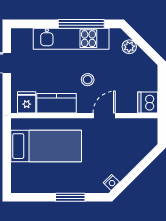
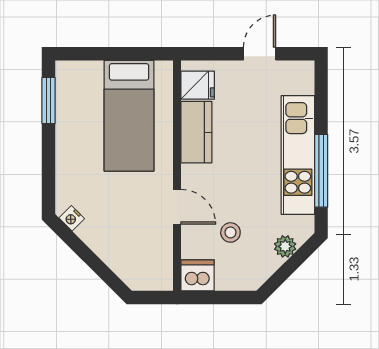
stool: (88, 80) -> (230, 232), moved
window: (70, 197) -> (49, 100), moved

